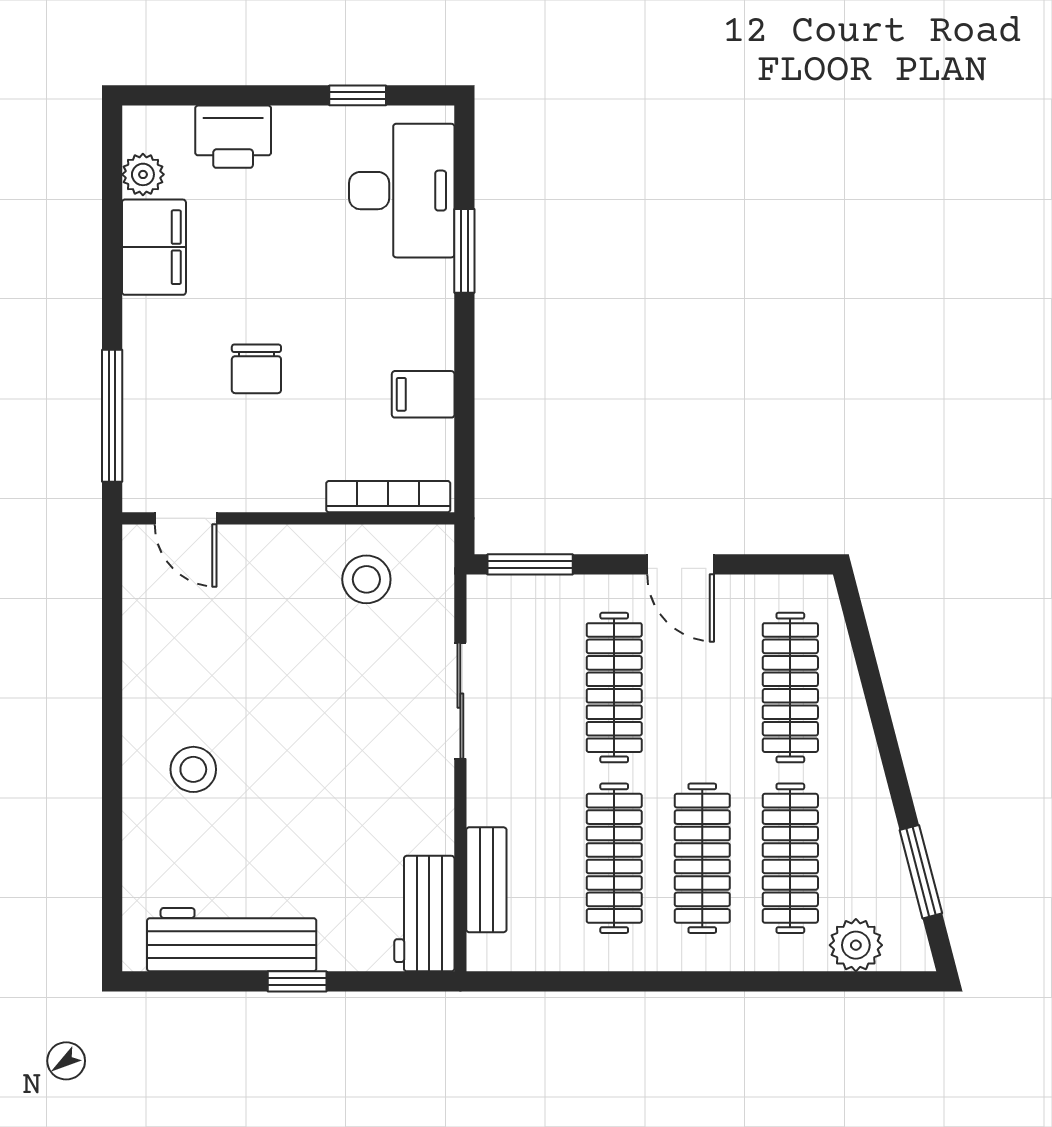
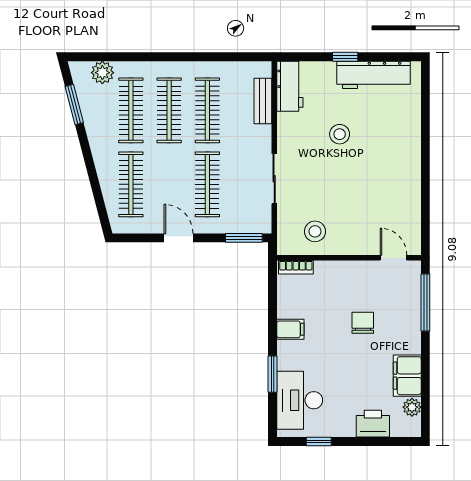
filing cabinet: (423, 394) -> (290, 329), moved
bookcase: (388, 497) -> (296, 267), width x0.64
stool: (193, 769) -> (340, 134), moved

